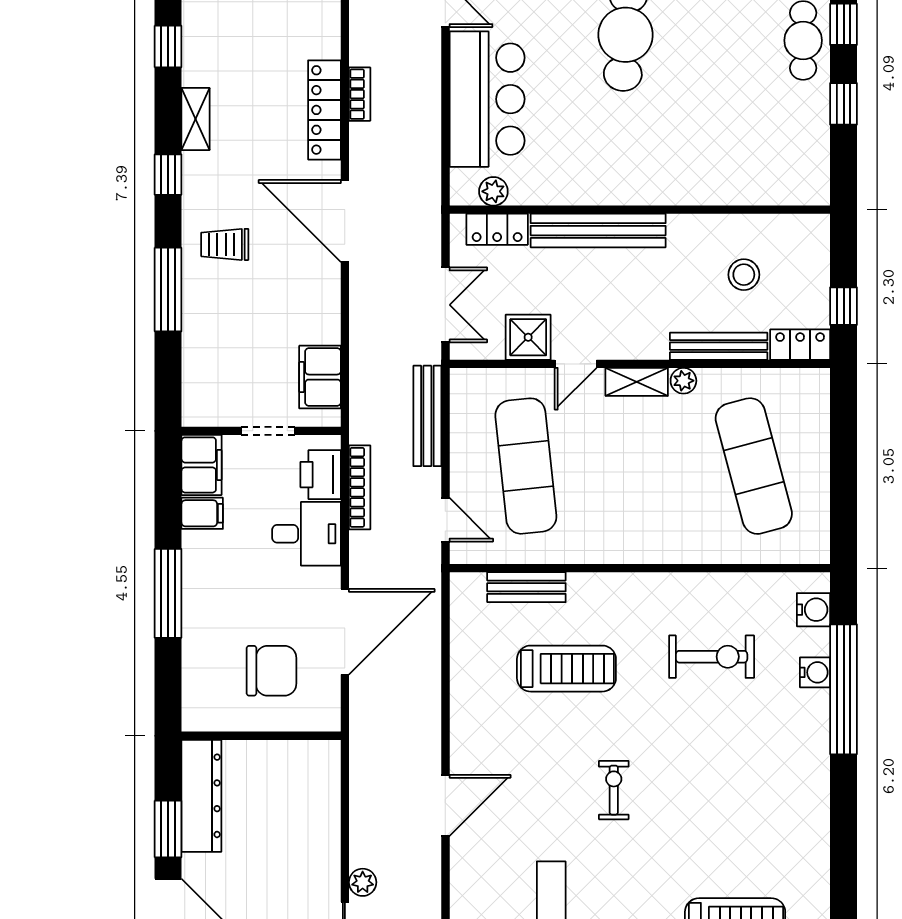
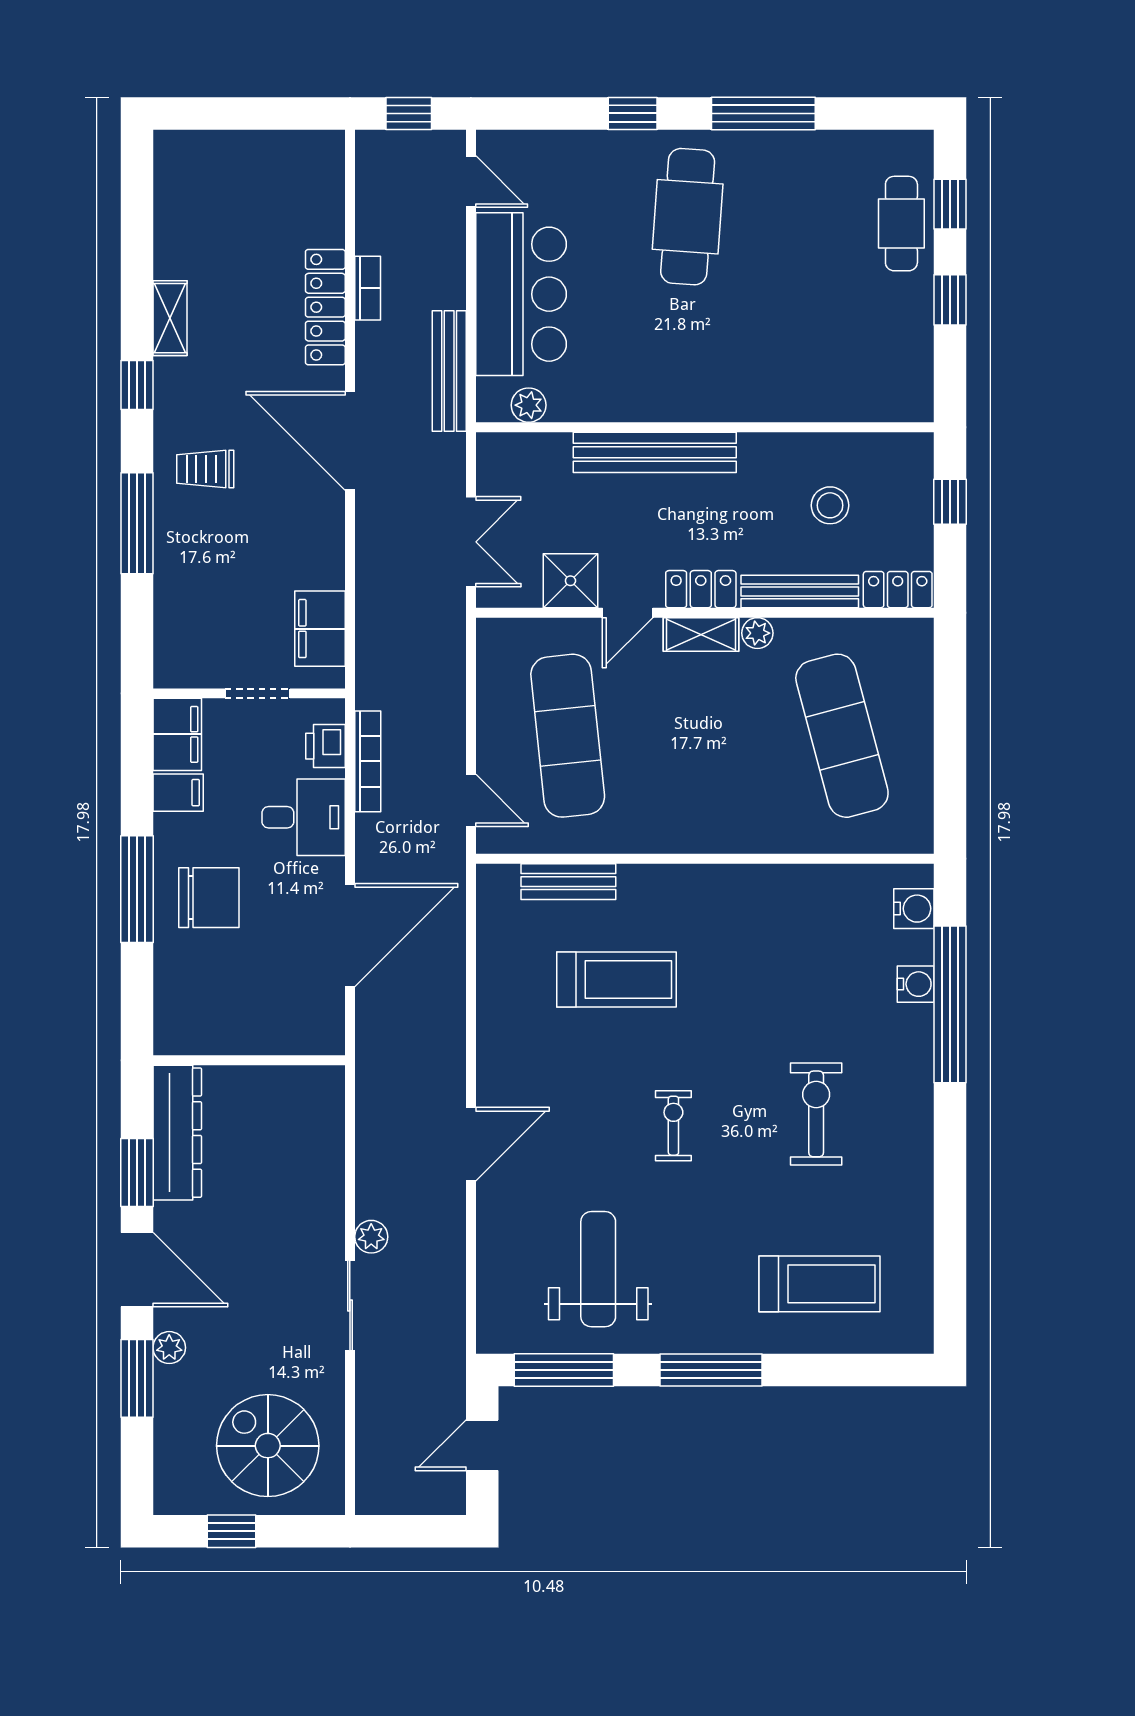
window: (168, 46) -> (137, 231), removed
locker: (497, 229) -> (701, 589), moved, turned 180
window: (844, 306) -> (950, 502), moved
bench: (427, 416) -> (449, 371), moved
printer: (321, 475) -> (325, 746), width x0.73, depth x0.81
exercise bike: (712, 657) -> (816, 1114), moved, turned -90
chair: (271, 671) -> (209, 898), moved

